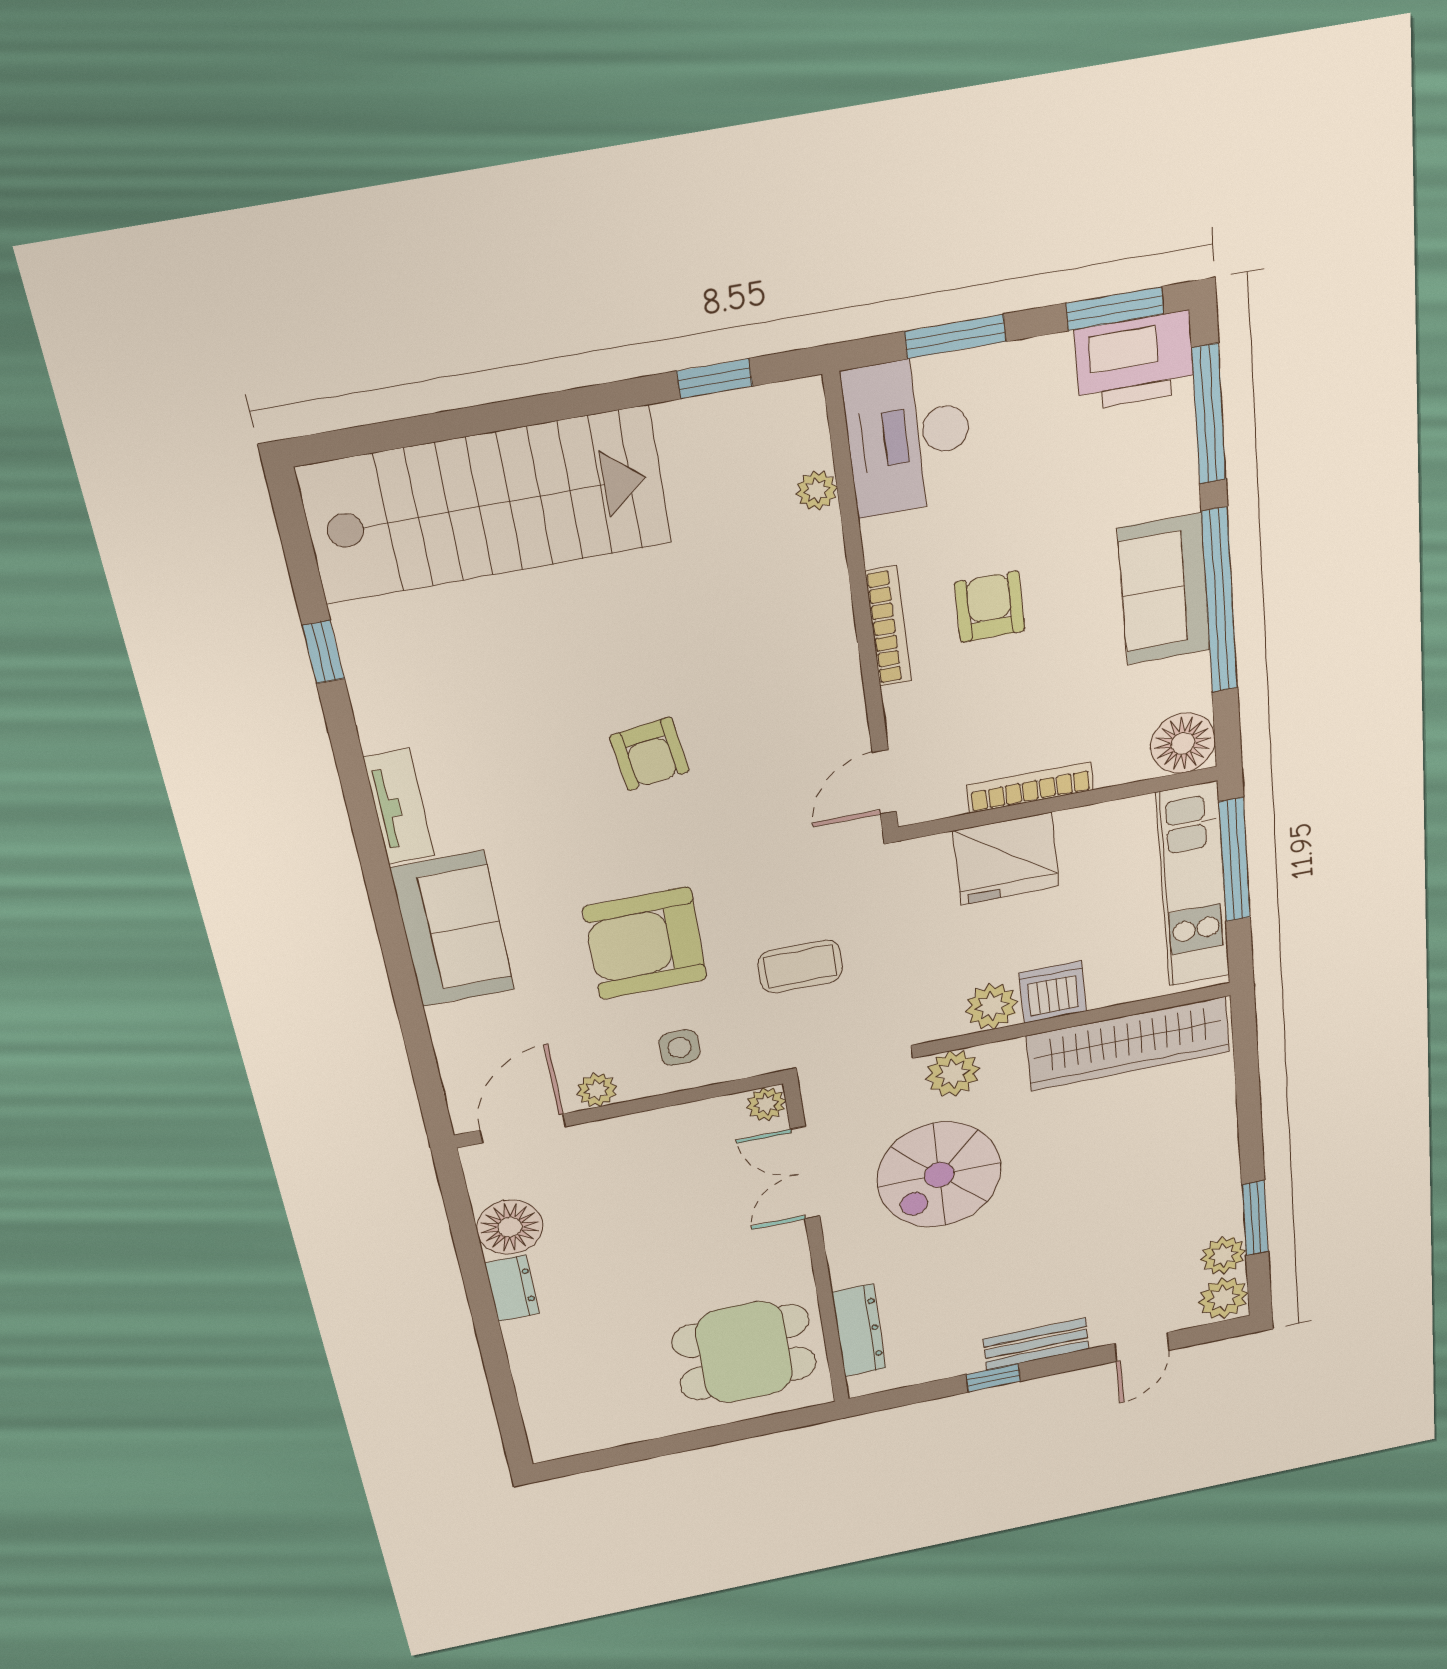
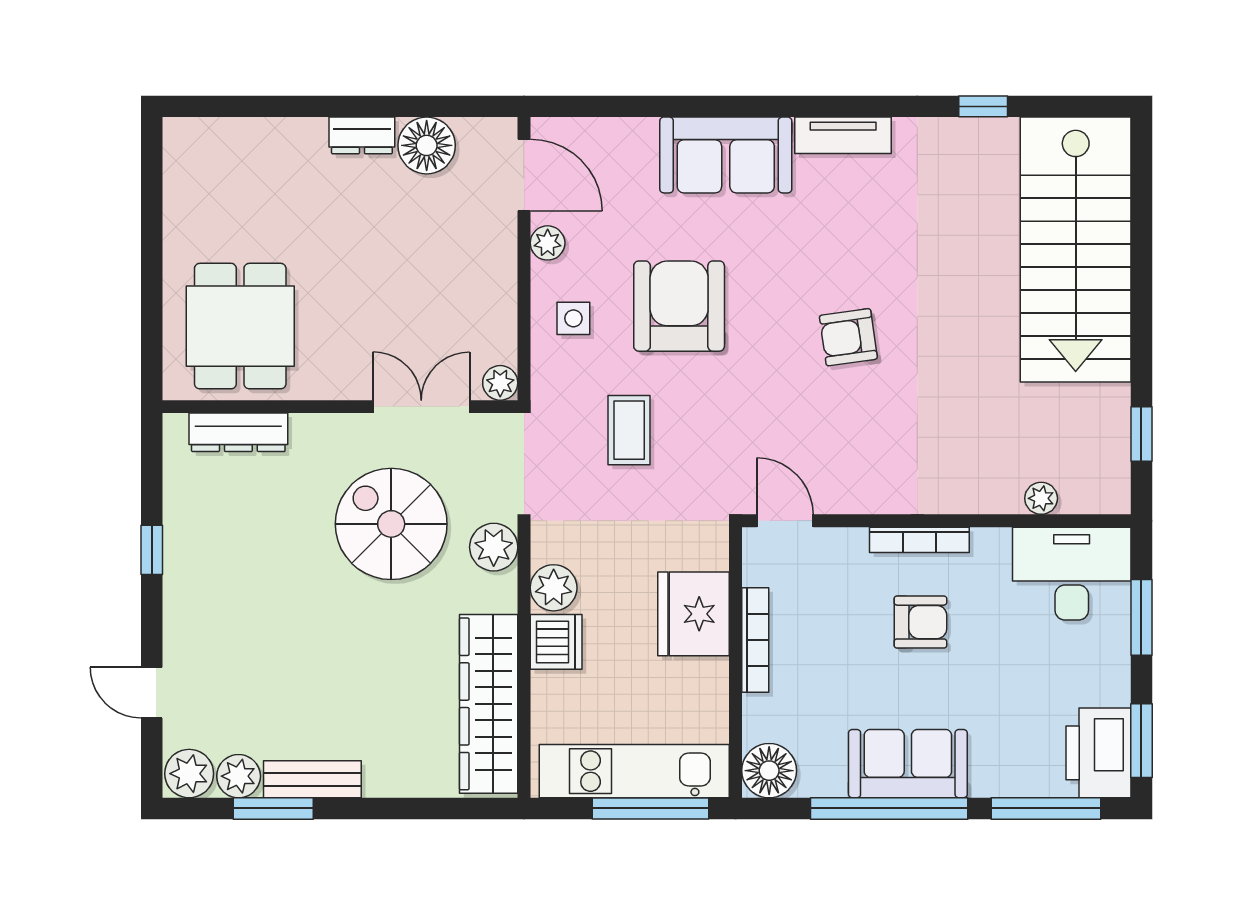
bench: (1036, 1344) -> (312, 779), moved, turned 90

